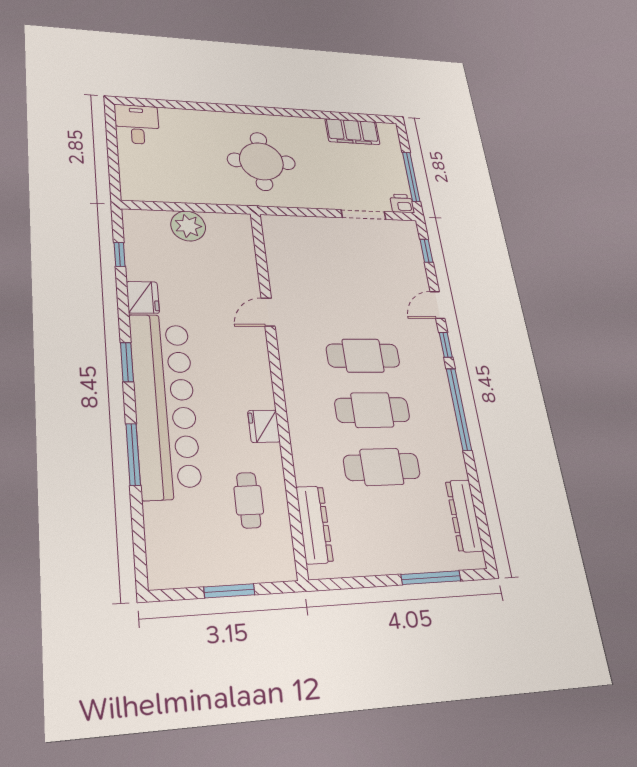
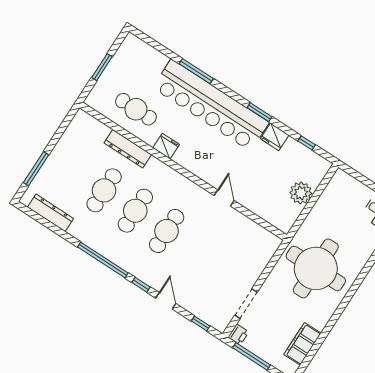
round table: (261, 161) -> (316, 268), width x1.36, depth x1.36
window: (127, 362) -> (259, 112), moved
cafe table: (249, 500) -> (136, 109), width x1.37, depth x1.35
dresser: (314, 524) -> (128, 149), moved

